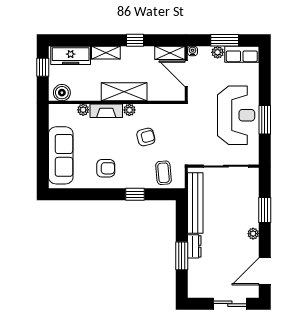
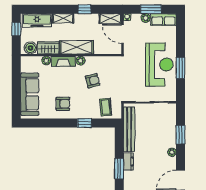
wardrobe: (86, 93) -> (48, 48), added

